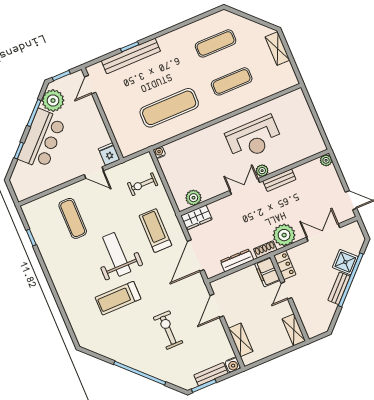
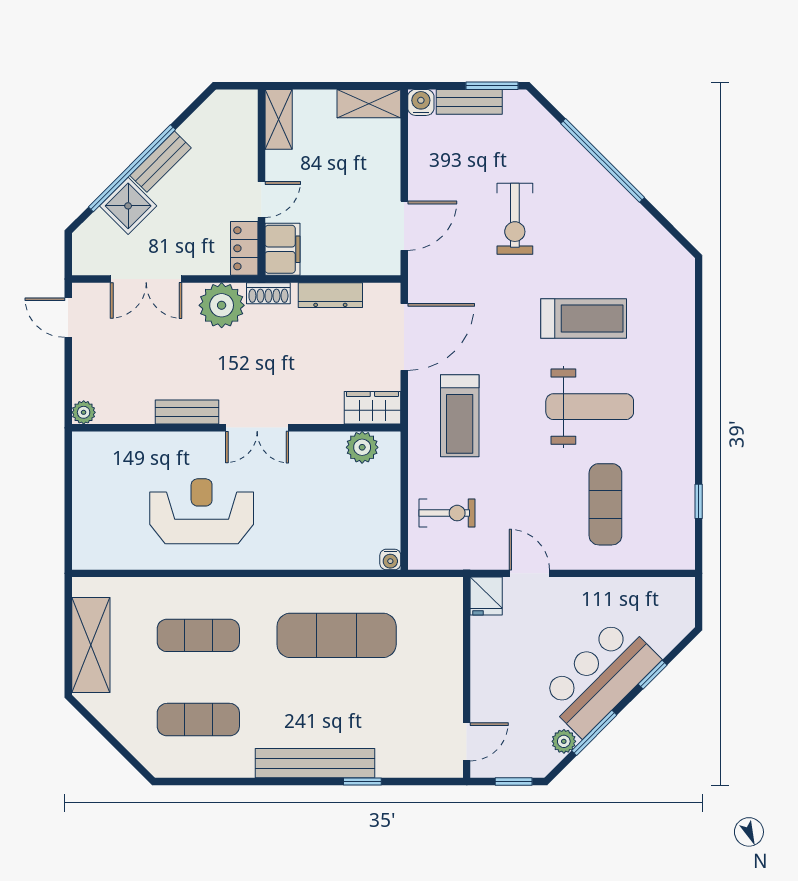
shelving: (277, 49) -> (91, 645), width x1.50, depth x1.33
bench: (131, 56) -> (315, 763), moved
plant: (53, 100) -> (564, 741), width x0.53, depth x0.53
plant: (262, 171) -> (212, 444), removed
weight bench: (117, 254) -> (590, 407), moved, turned -90
shelving: (241, 340) -> (369, 104), moved, turned 90

